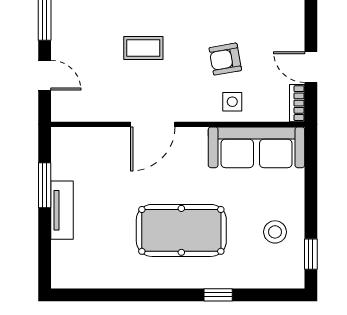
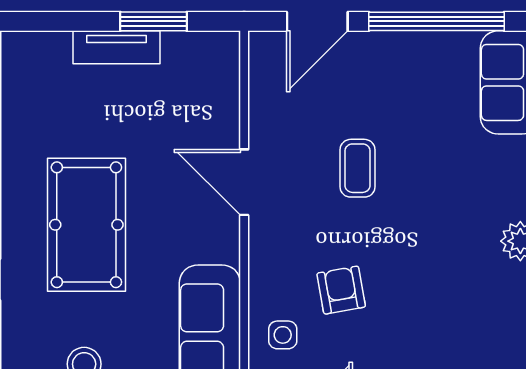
door: (45, 75) -> (317, 21), width x1.38
side table: (232, 102) -> (283, 335), moved

